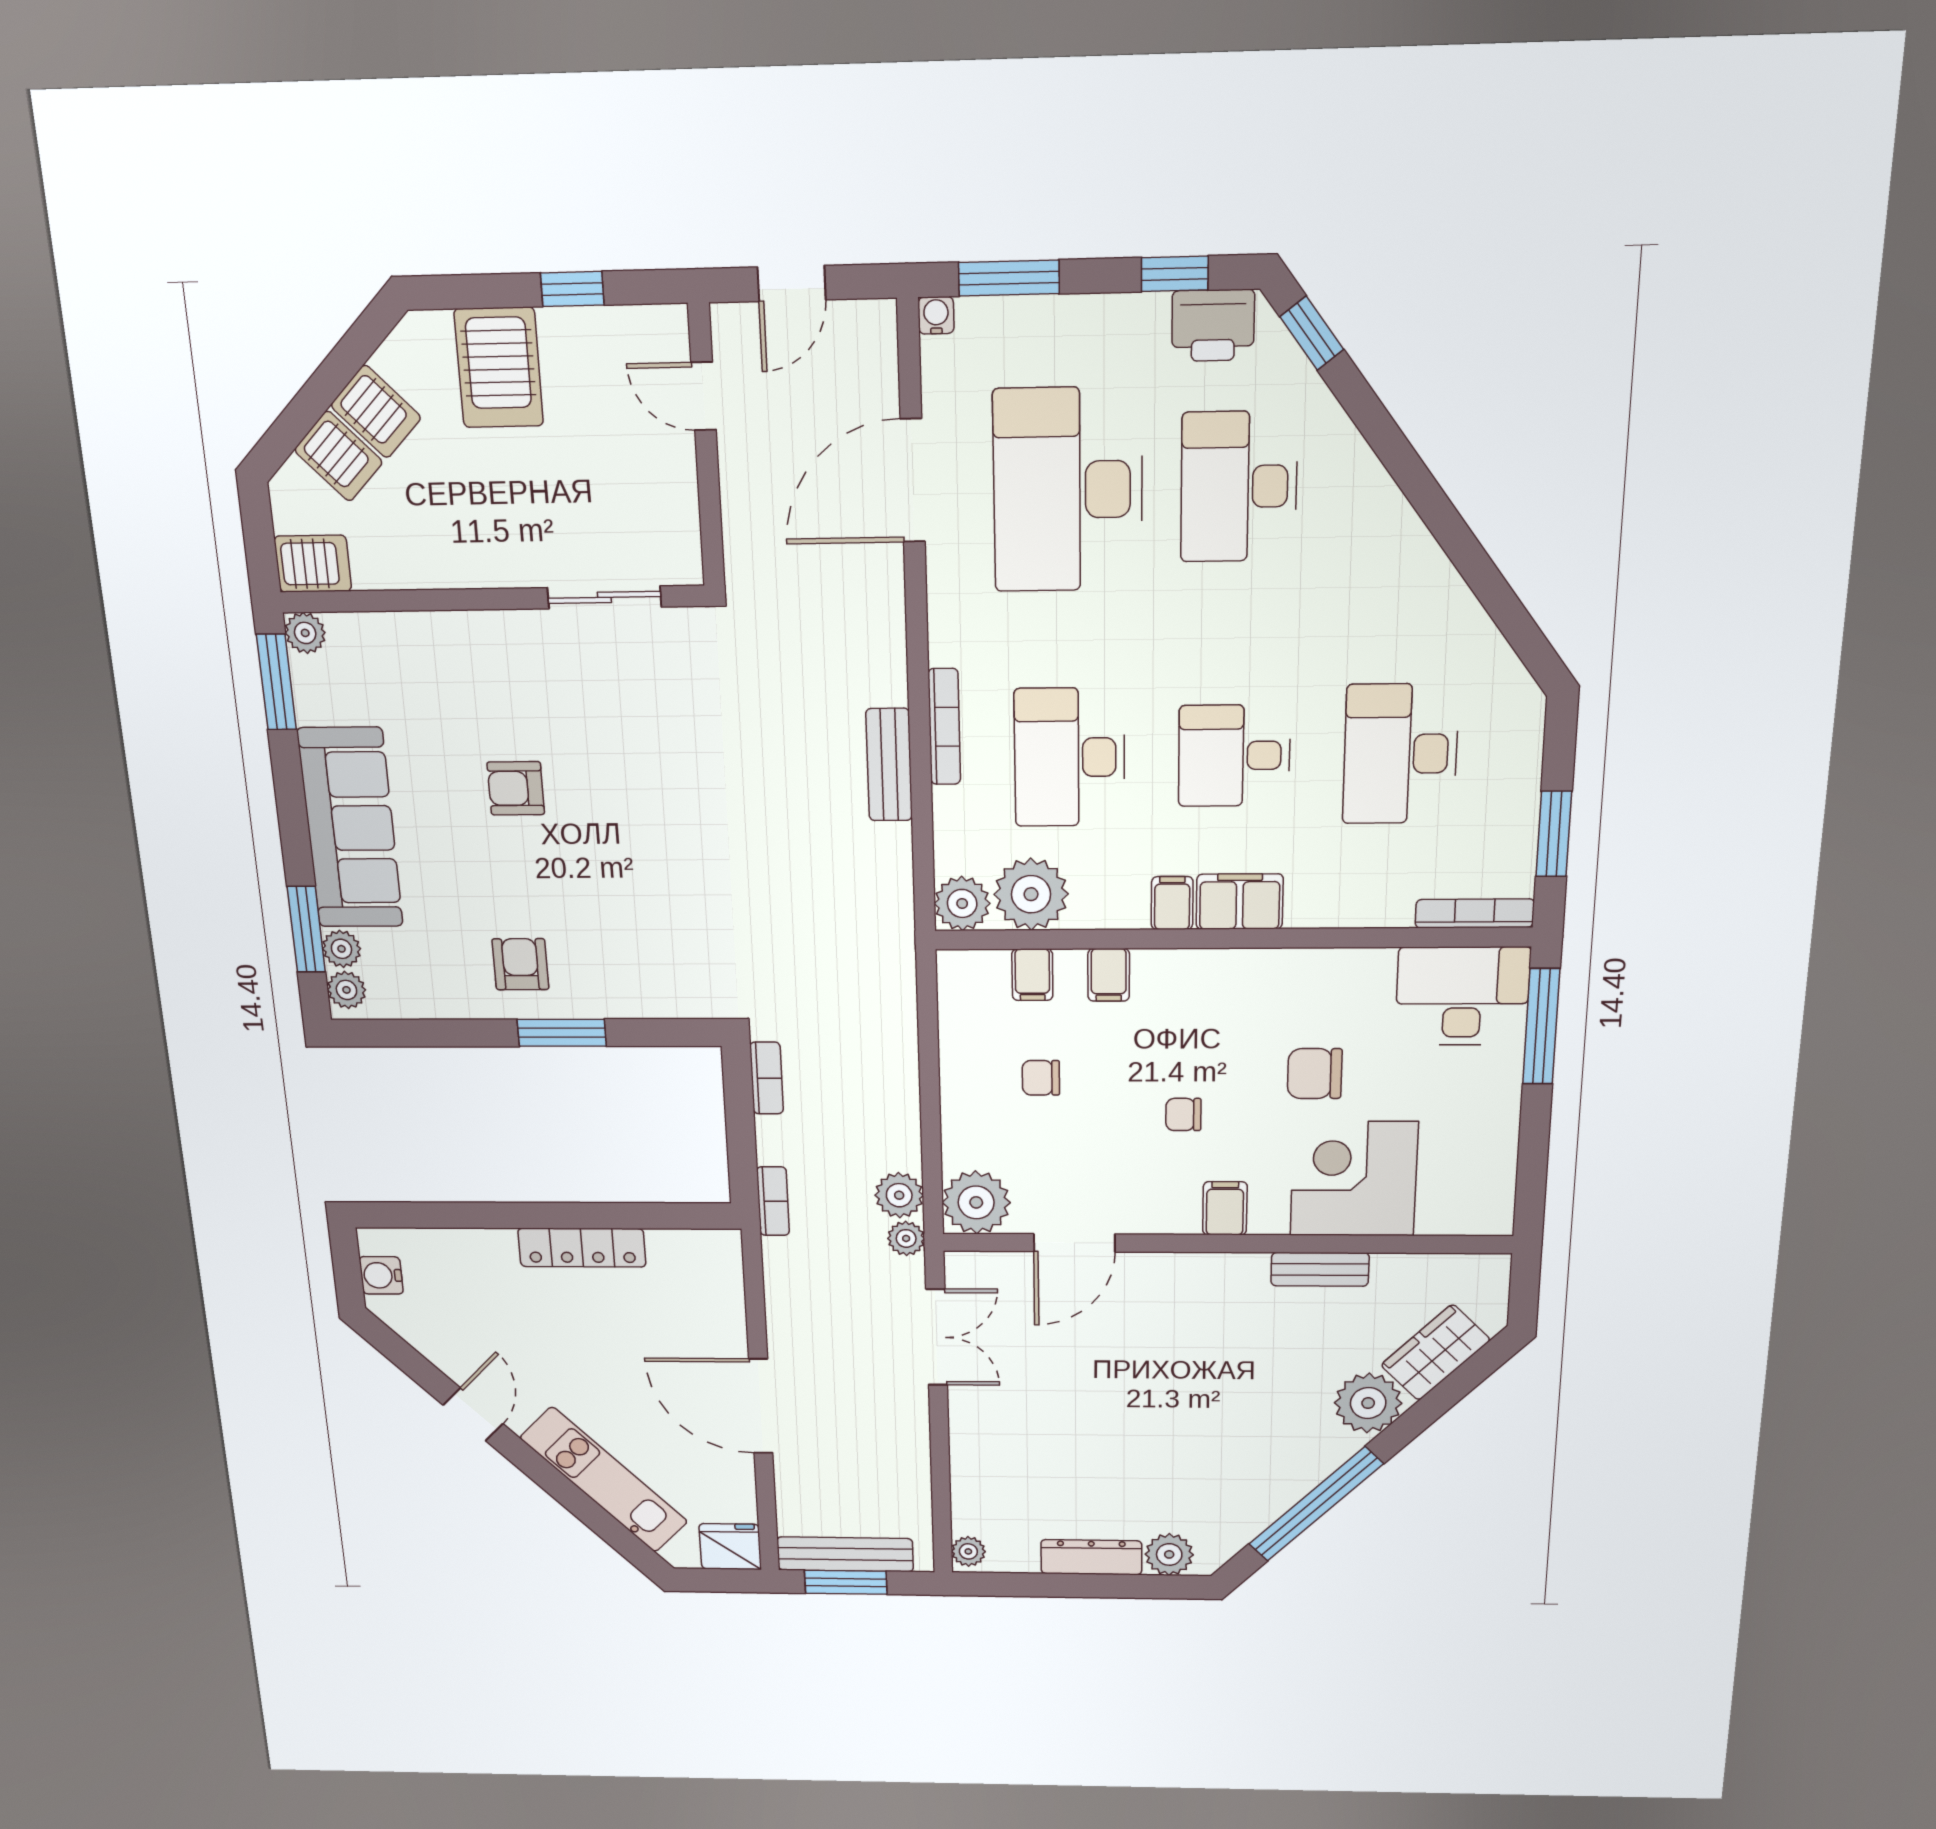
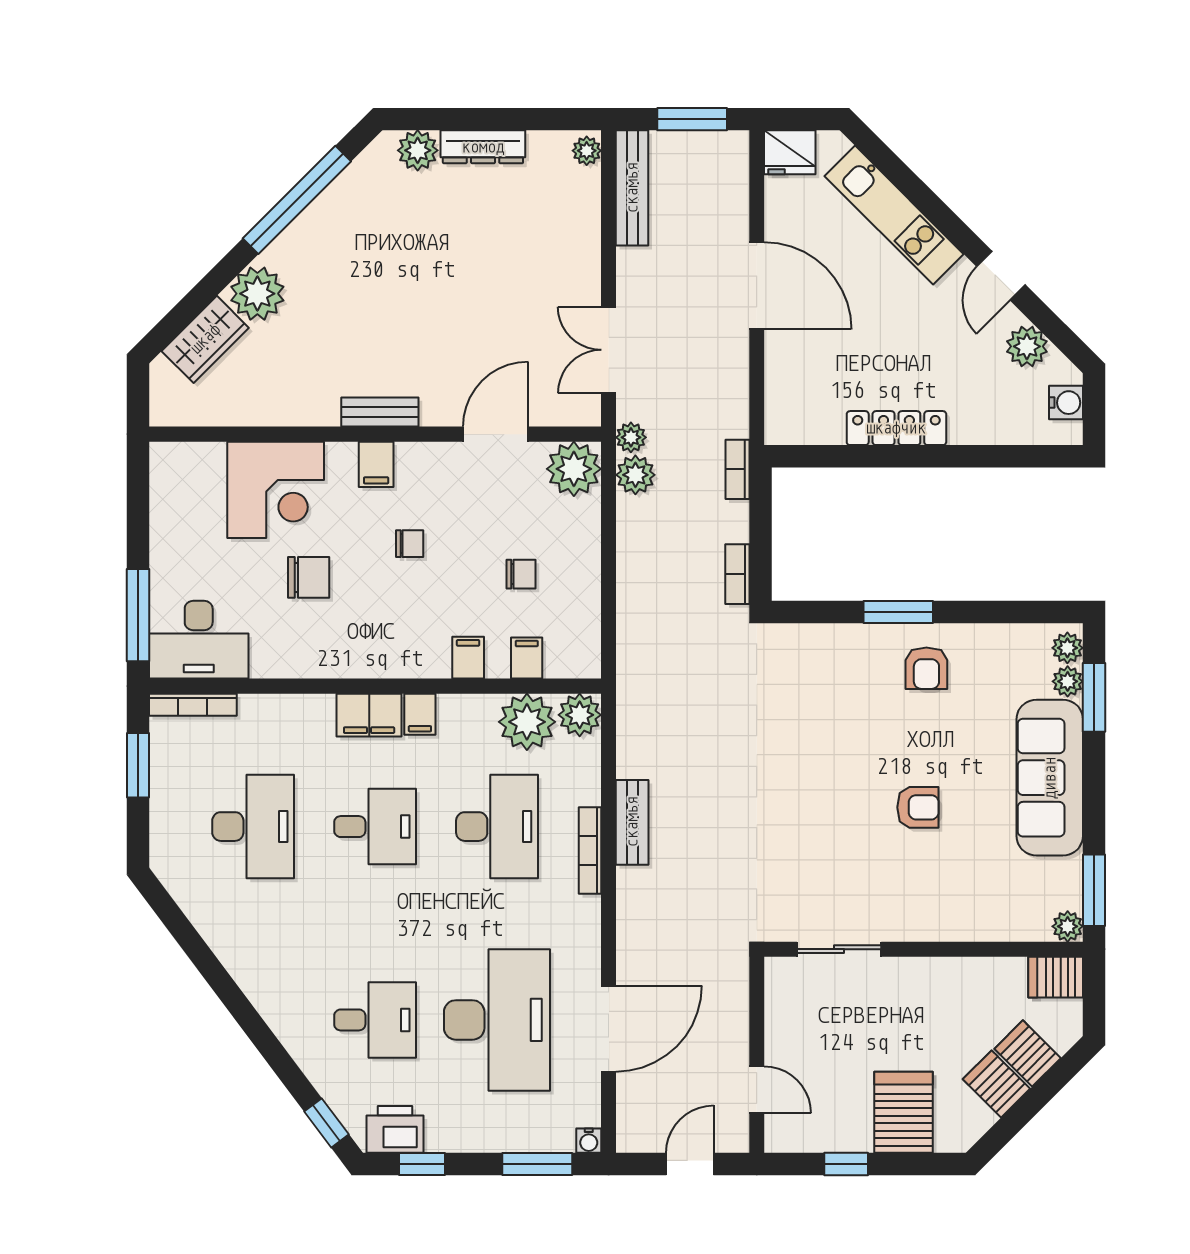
desk: (1239, 487) -> (375, 1020), width x0.73
bench: (1320, 1269) -> (380, 412), moved
plant: (434, 1338) -> (1027, 346), added
bench: (845, 1554) -> (632, 188), moved, turned 90

